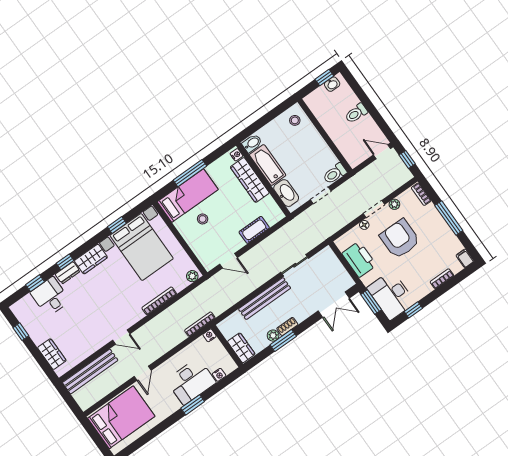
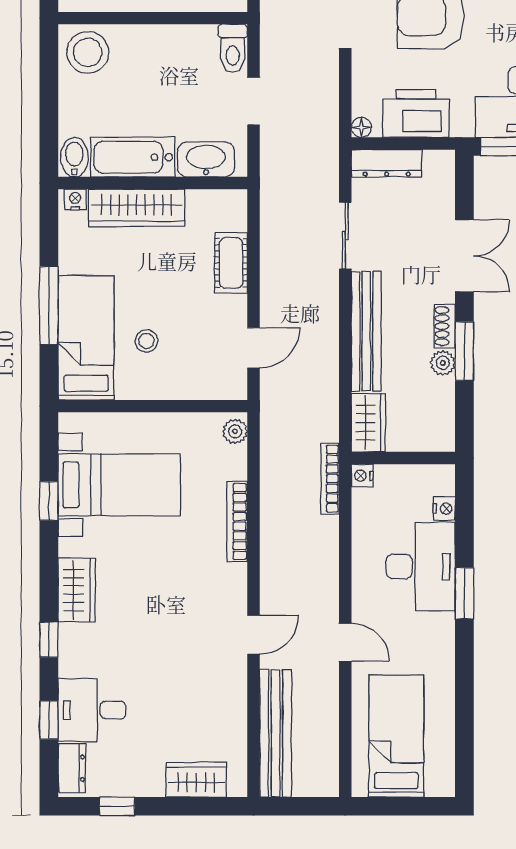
stool: (295, 120) -> (88, 52), width x1.89, depth x1.89
floor lamp: (364, 225) -> (361, 127), moved
bed with nightstands: (142, 247) -> (119, 485), width x0.73
dresser: (333, 262) -> (387, 163), added
dresser: (68, 273) -> (72, 768), moved
double door: (334, 305) -> (464, 256), moved
wardrobe: (241, 348) -> (368, 423), moved, turned 90
bed: (121, 417) -> (396, 736), width x0.67

